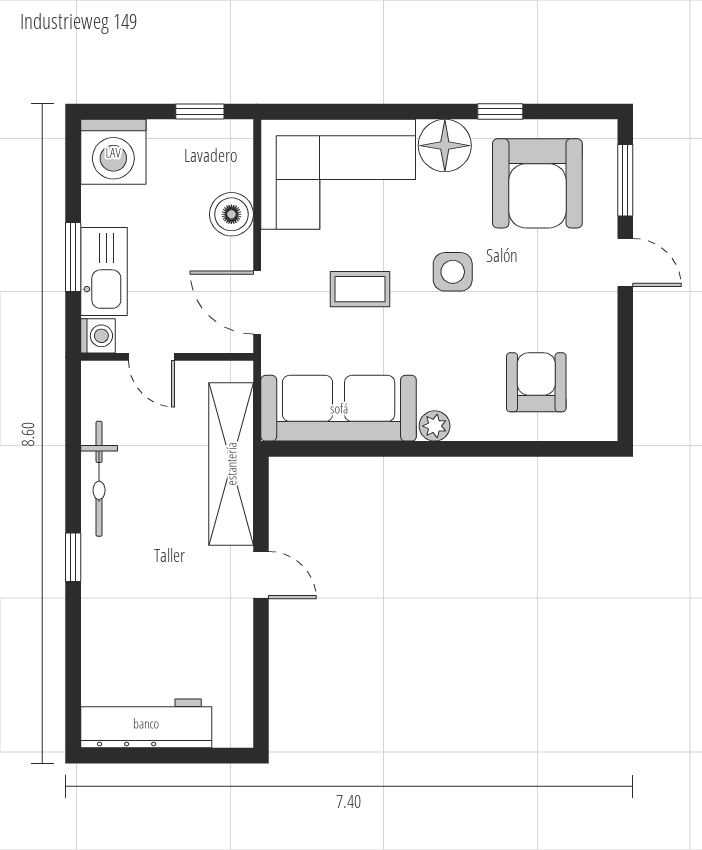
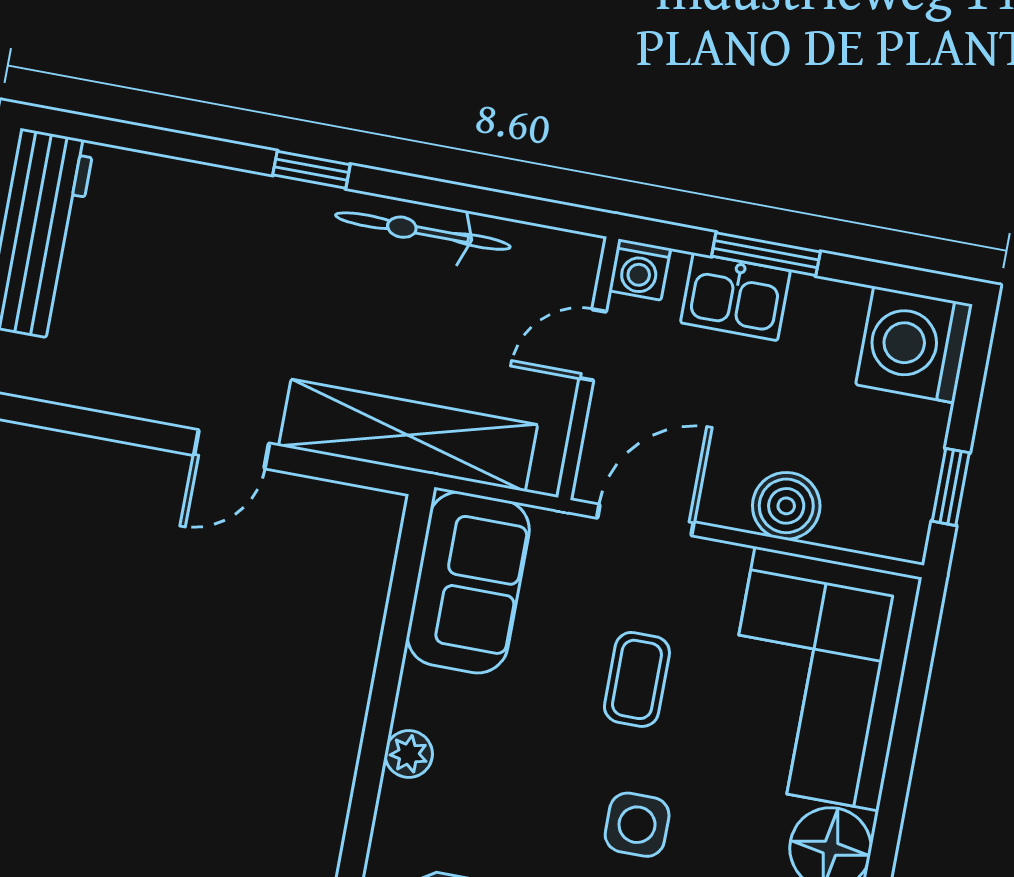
kitchen sink: (104, 271) -> (735, 297), width x0.73
sofa: (339, 408) -> (468, 582), width x0.73

